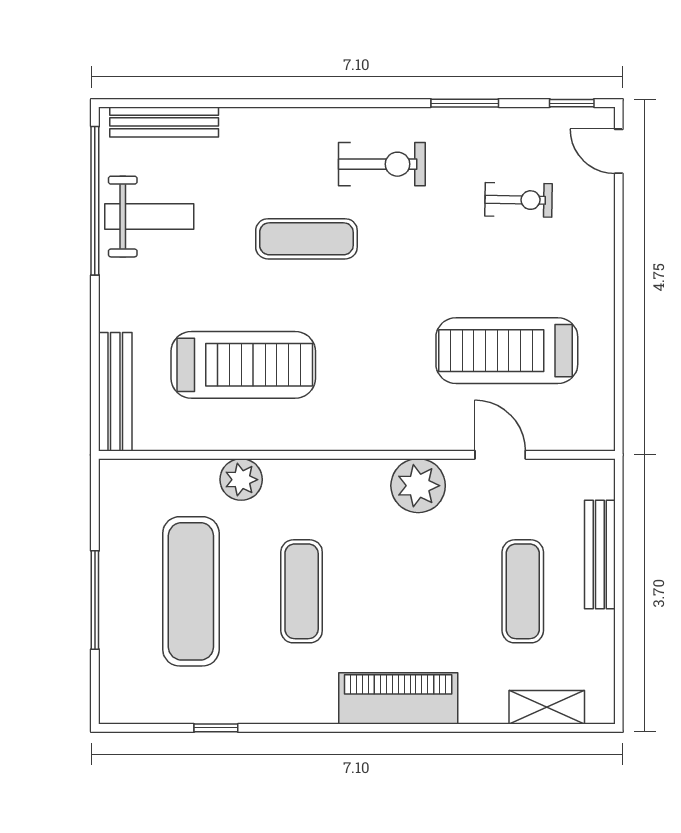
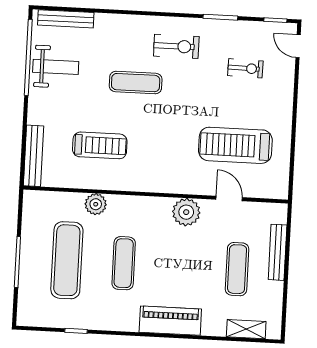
treadmill: (243, 365) -> (100, 145), width x0.73, depth x0.73

